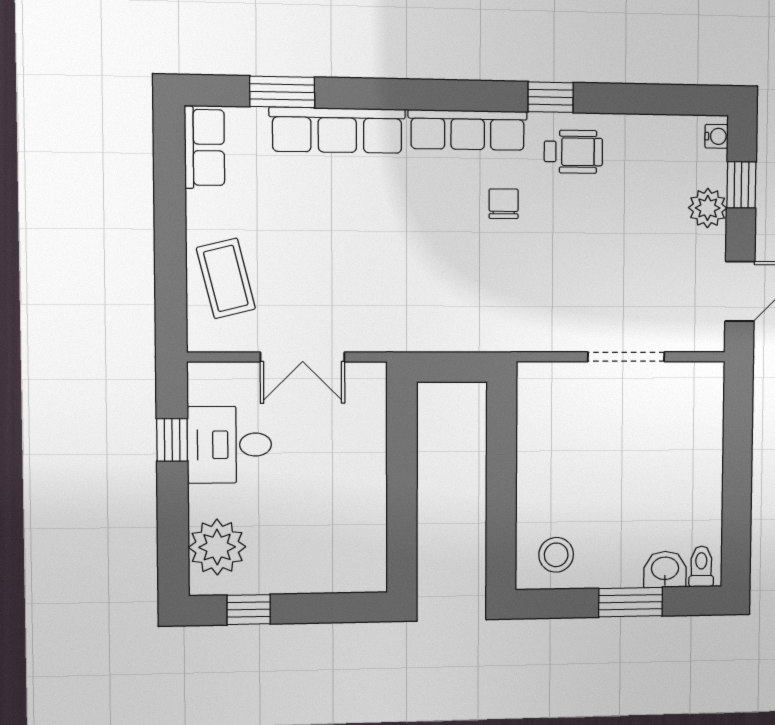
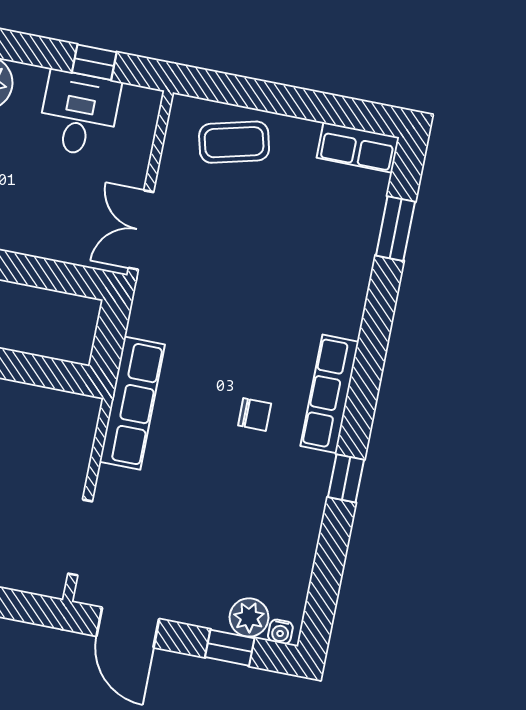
row of seats: (337, 130) -> (132, 403), moved, turned 180
wheelchair: (573, 152) -> (291, 490), removed
plant: (708, 208) -> (249, 617), moved
double door: (303, 357) -> (141, 230), moved
doorway: (626, 357) -> (80, 537), moved

